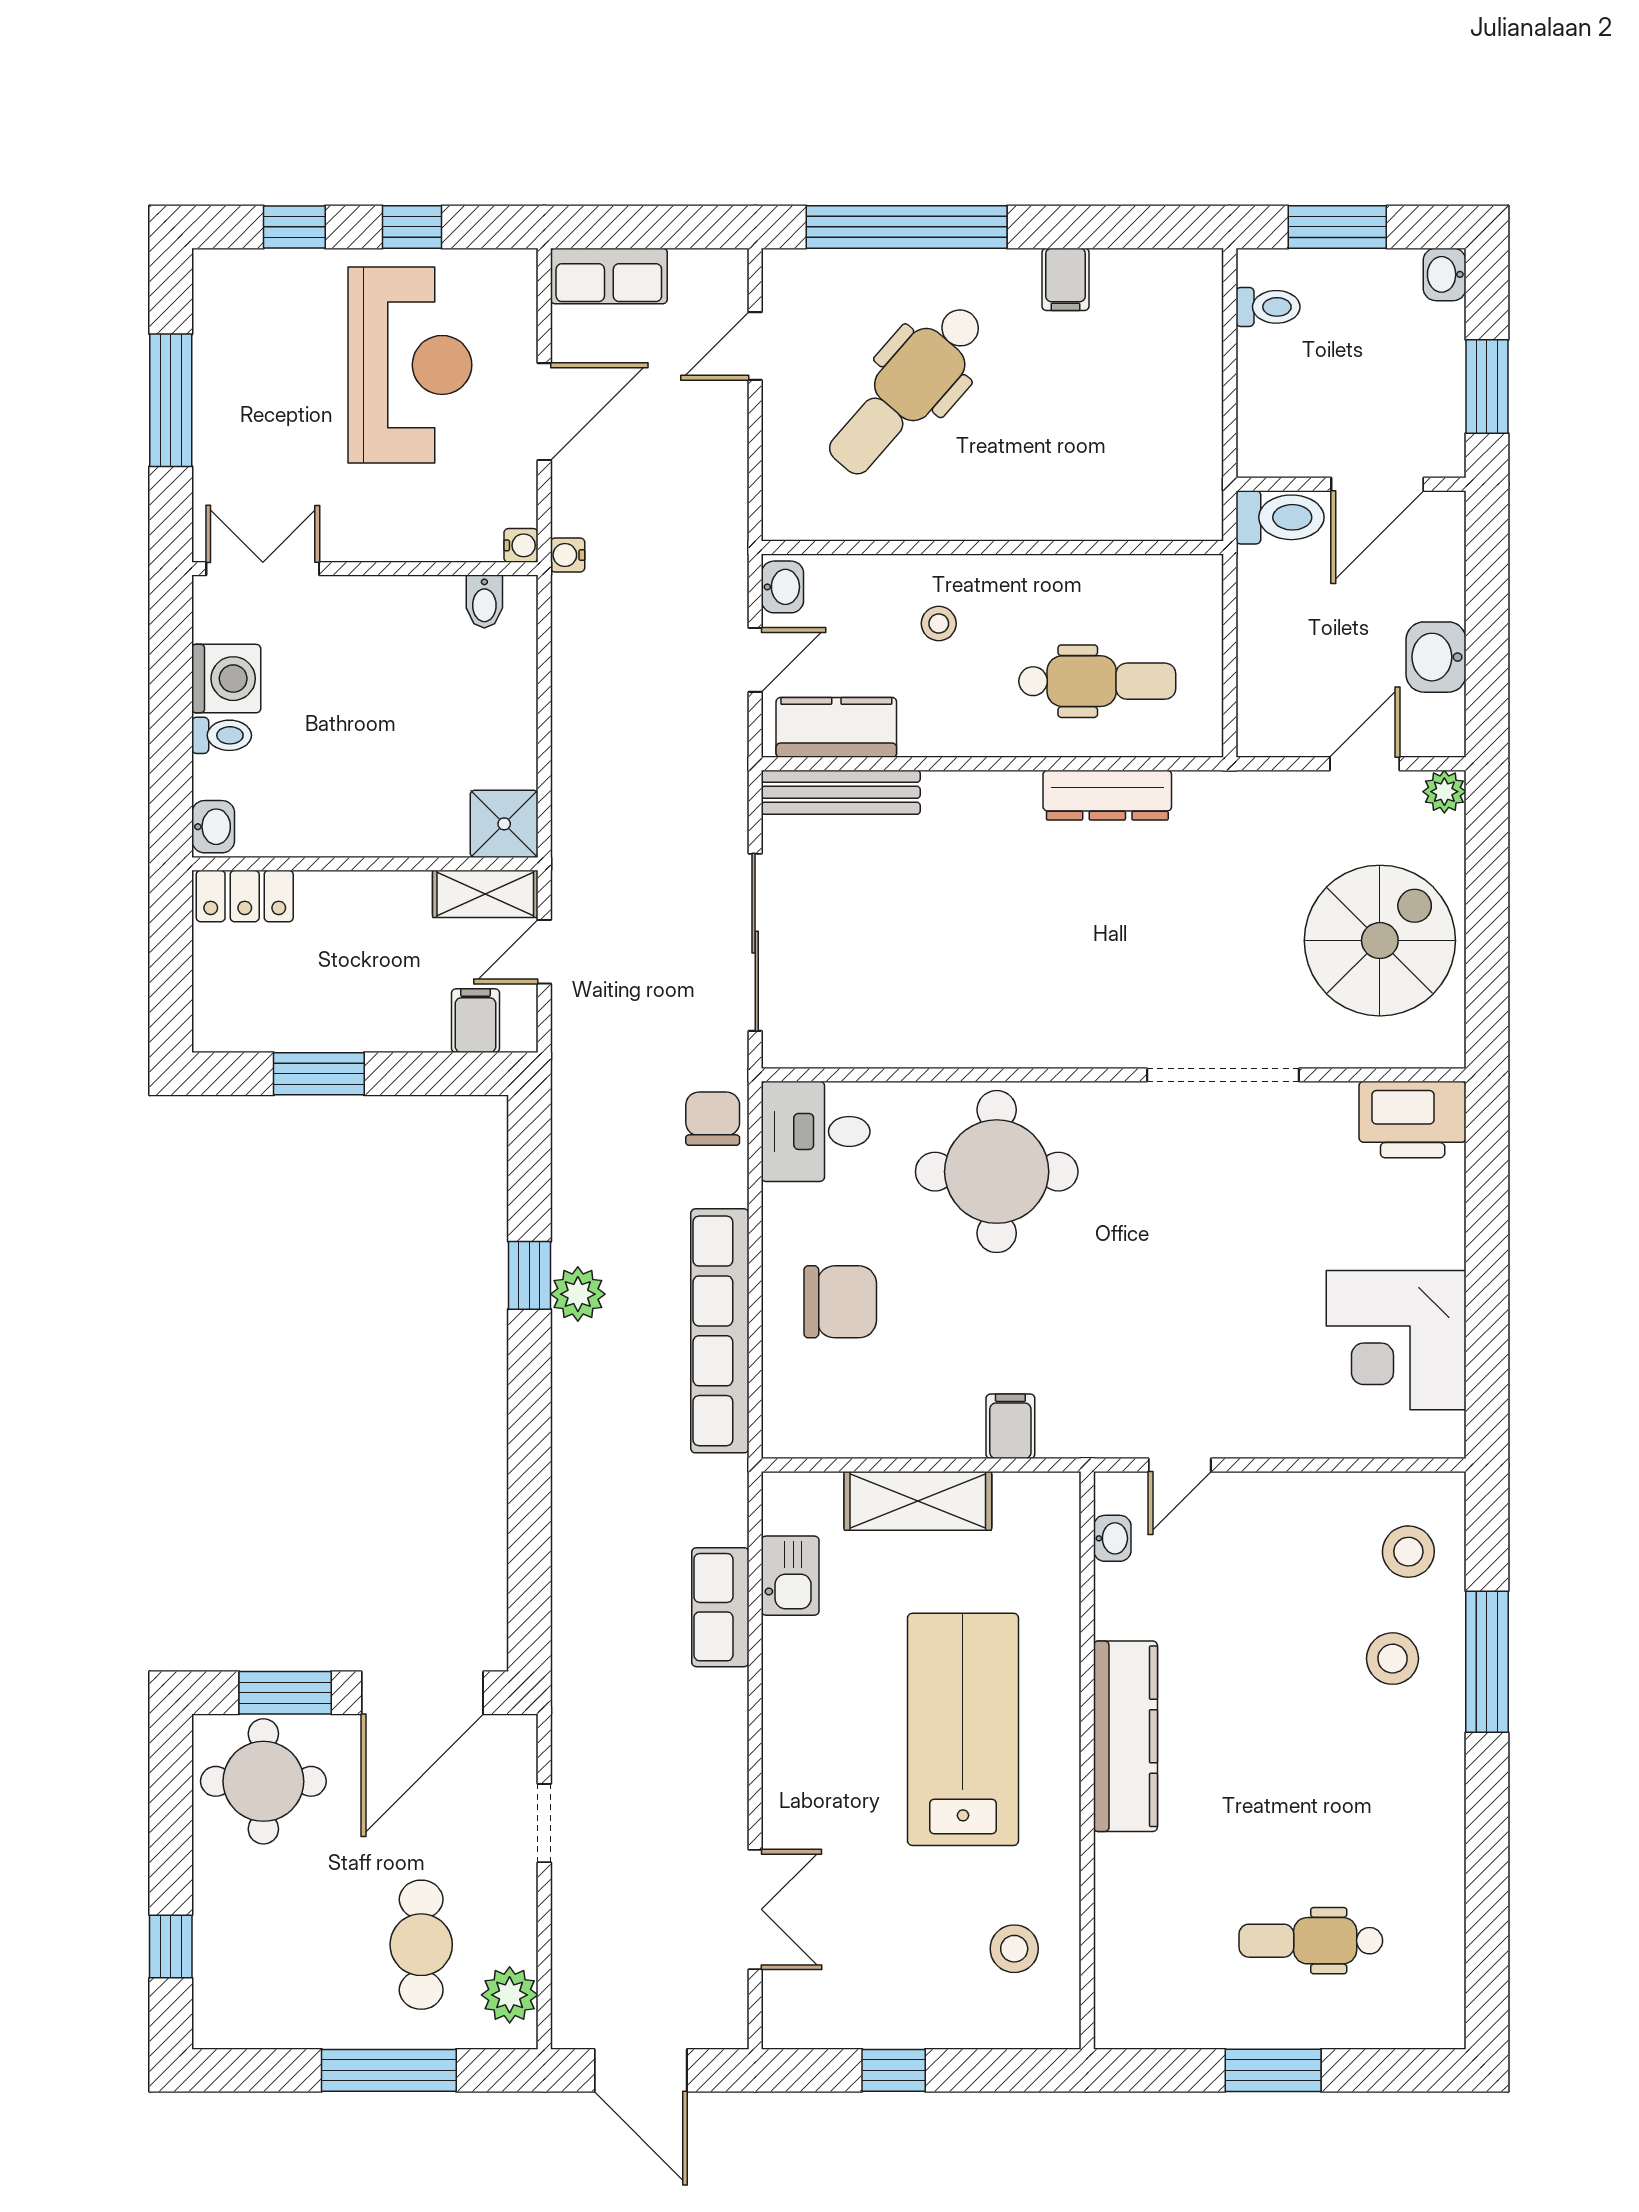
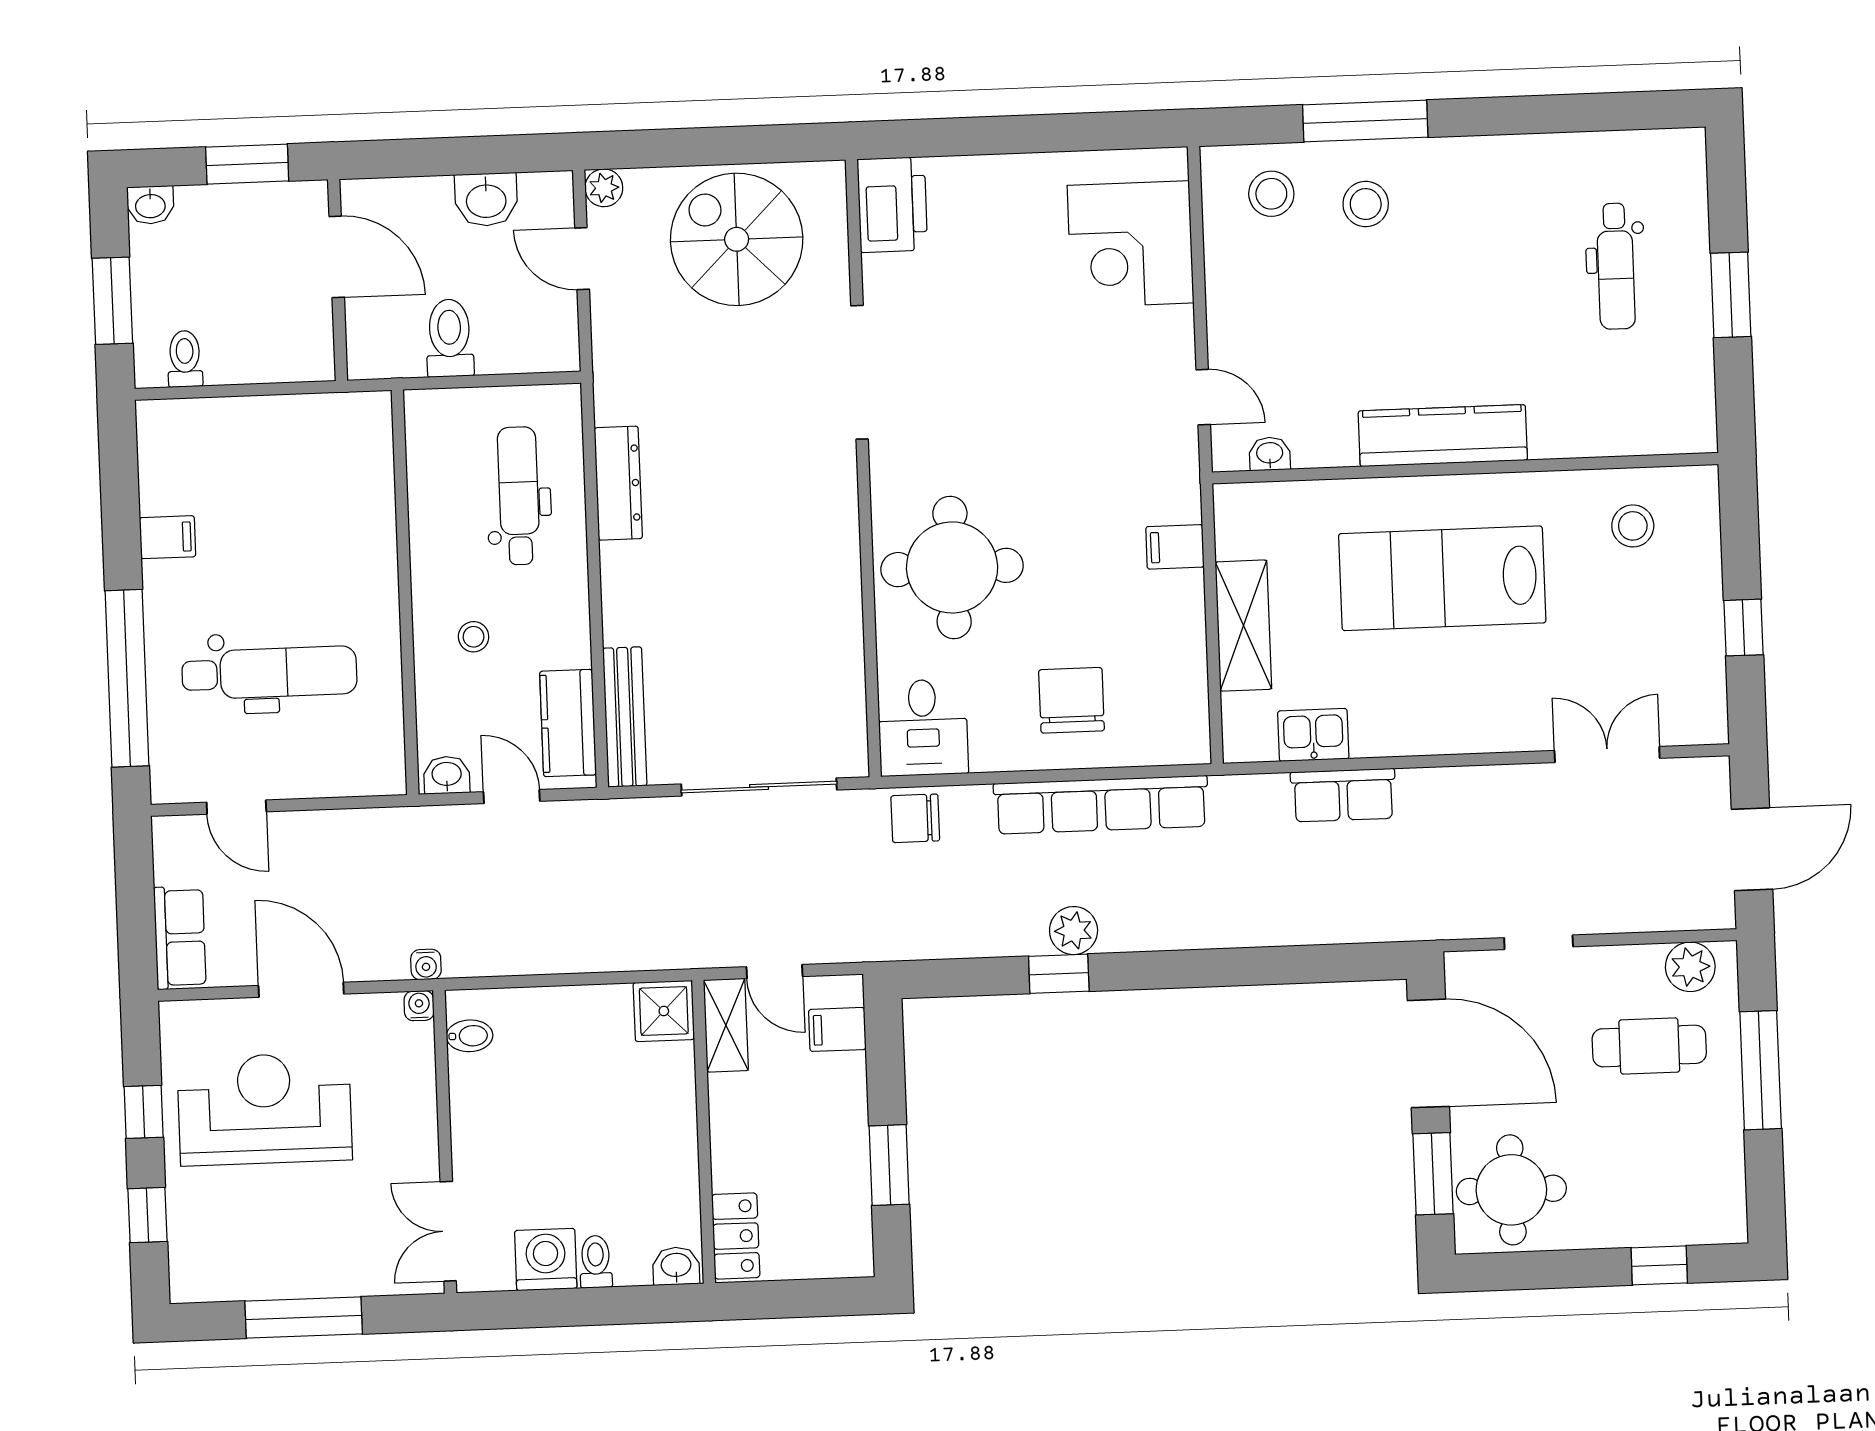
dental chair: (907, 389) -> (269, 673), turned -41
toilet: (1280, 517) -> (450, 338), moved
corner desk: (1396, 1340) -> (1131, 244), moved, turned 90

